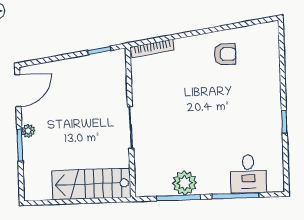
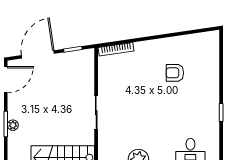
armchair: (225, 54) -> (175, 73), moved, turned 180
door: (56, 58) -> (38, 54), added
plant: (28, 131) -> (13, 125), moved

